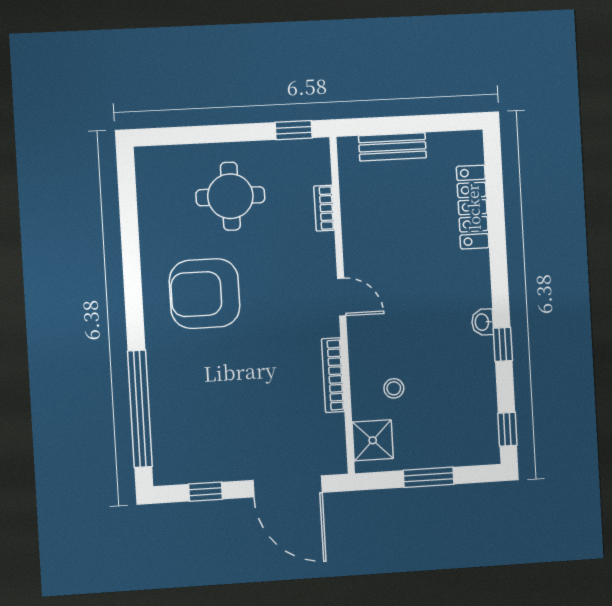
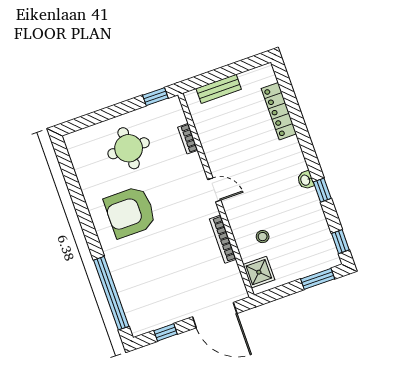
window: (429, 477) -> (318, 279), moved

